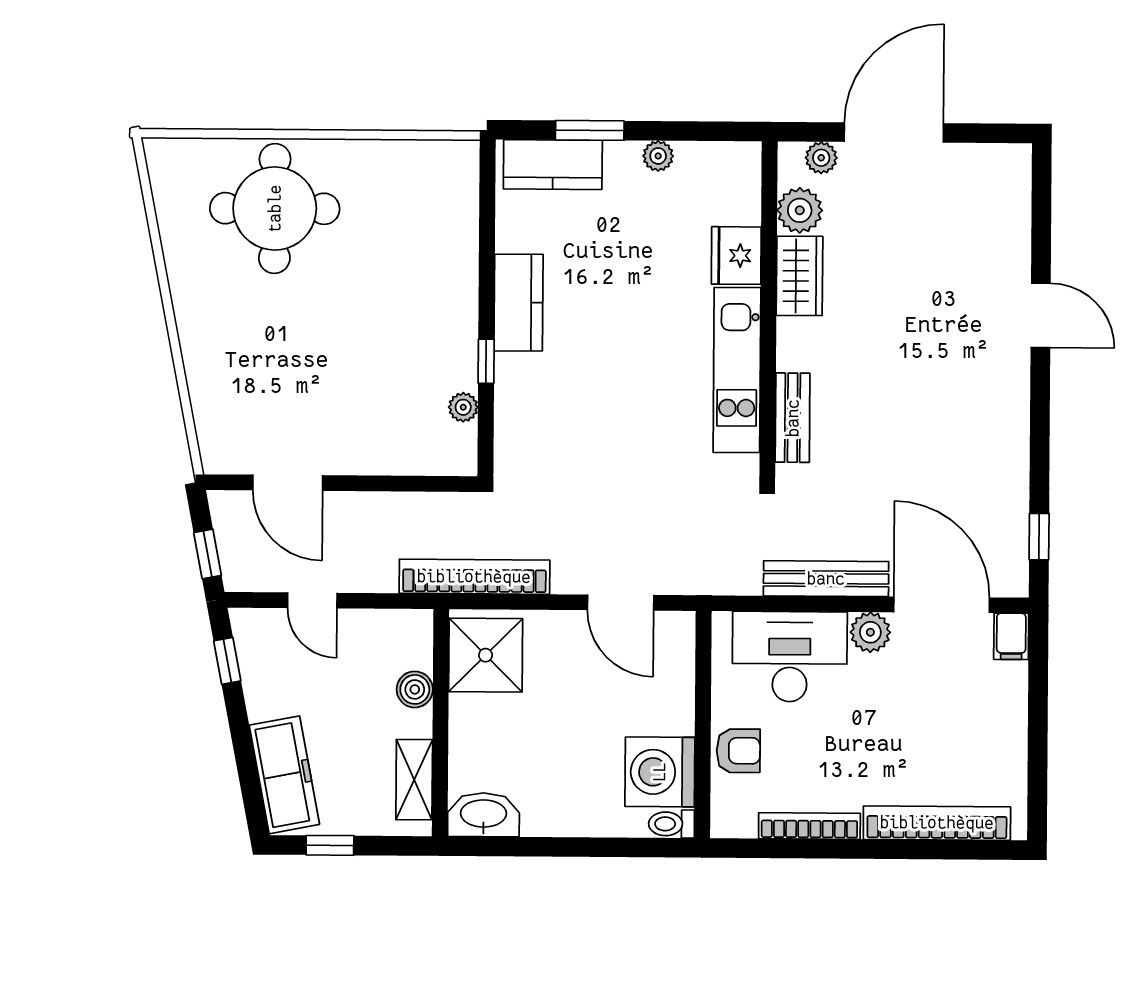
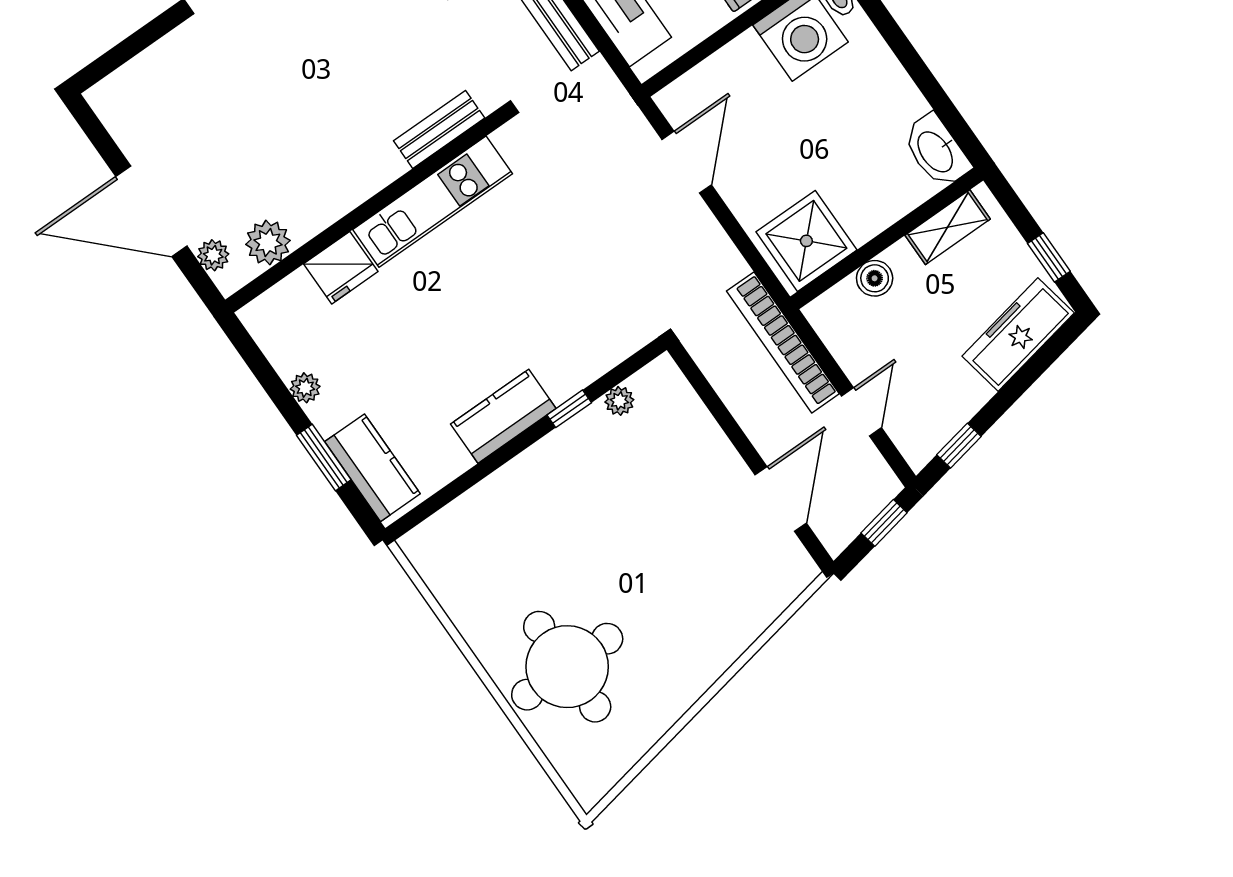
wardrobe: (800, 276) -> (321, 205), removed
bookcase: (474, 577) -> (783, 342), moved

